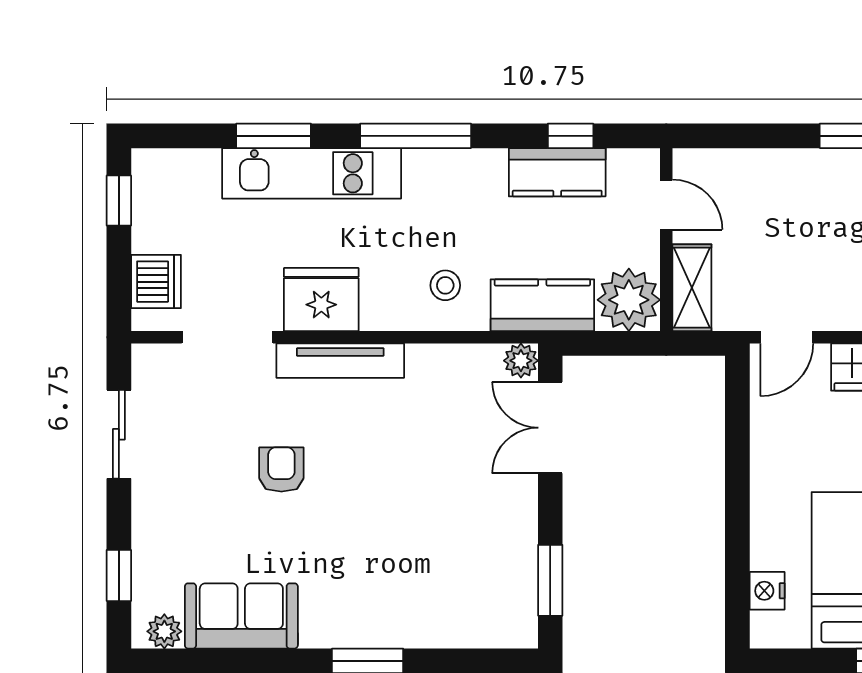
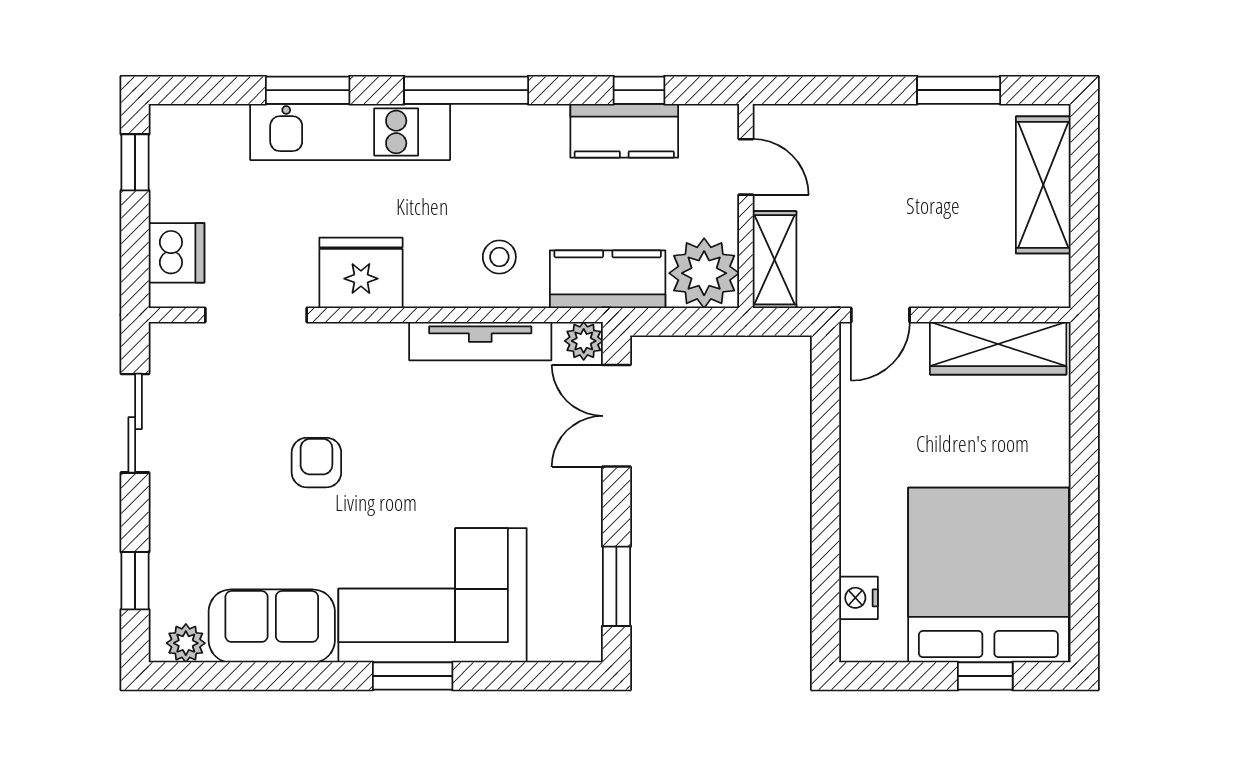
tv unit: (340, 361) -> (480, 341), moved
corner sofa: (385, 588) -> (433, 595), added

